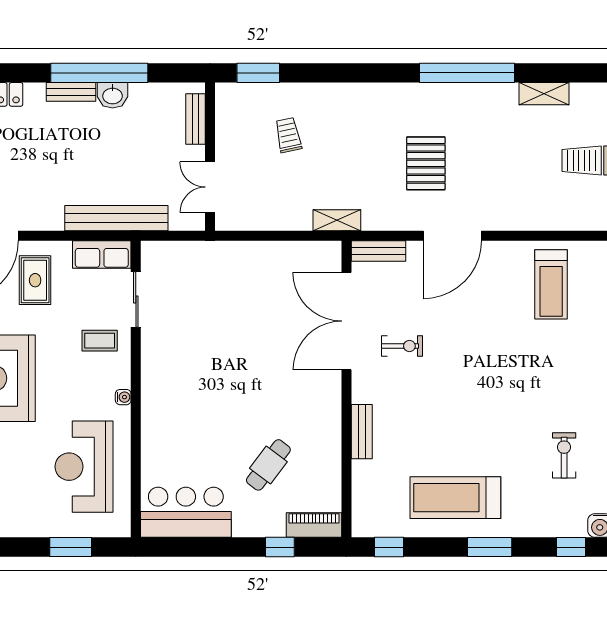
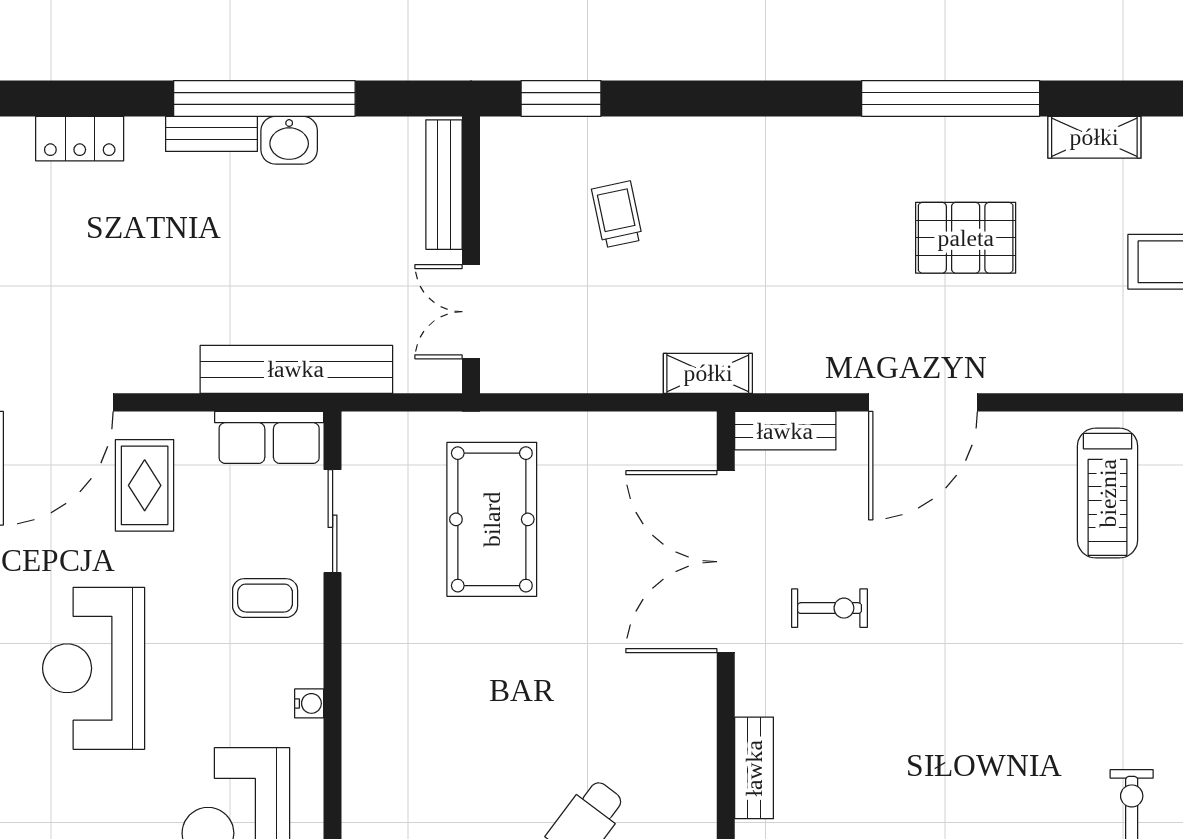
bench: (195, 119) -> (444, 185), width x1.36
pallet: (426, 163) -> (966, 238), moved, turned 90
pool table: (221, 298) -> (492, 519), added

